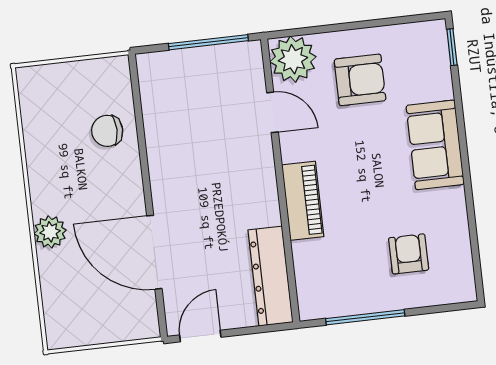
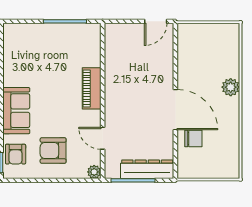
plant: (293, 59) -> (94, 172), width x0.53, depth x0.53
door: (154, 252) -> (175, 110), moved
armchair: (409, 254) -> (16, 154), moved
dresser: (271, 276) -> (147, 169), moved, turned -90

